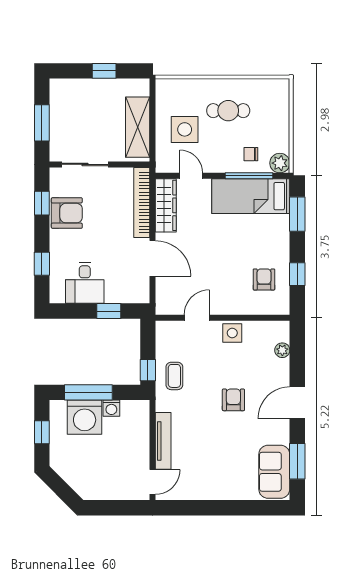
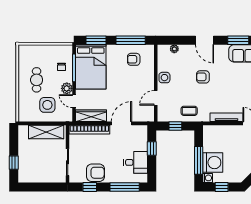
window: (104, 71) -> (14, 163), moved
window: (42, 123) -> (44, 187), removed
plant: (280, 163) -> (67, 88), moved
door: (191, 176) -> (74, 101), hinge flipped
bed: (251, 196) -> (91, 67), width x1.50
armchair: (67, 213) -> (95, 173), turned 90
window: (42, 264) -> (125, 187), width x2.17
window: (297, 274) -> (131, 40), width x2.17
door: (197, 318) -> (156, 98), hinge flipped
window: (148, 370) -> (175, 126), moved
washing machine: (111, 408) -> (208, 178), moved

